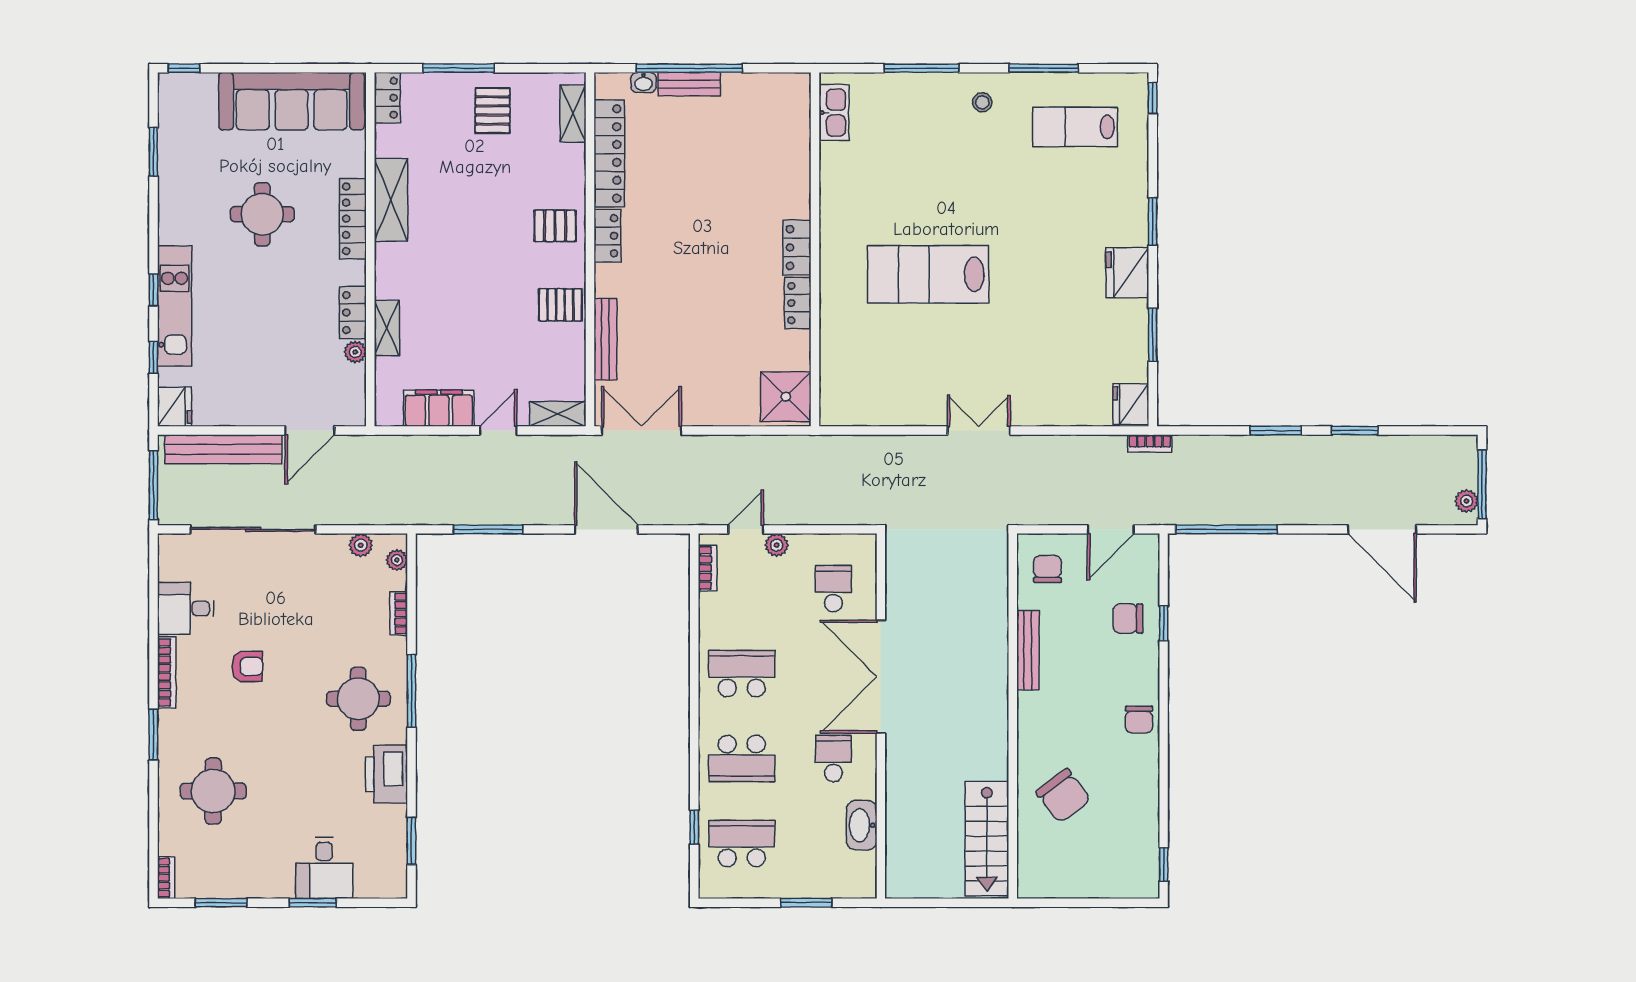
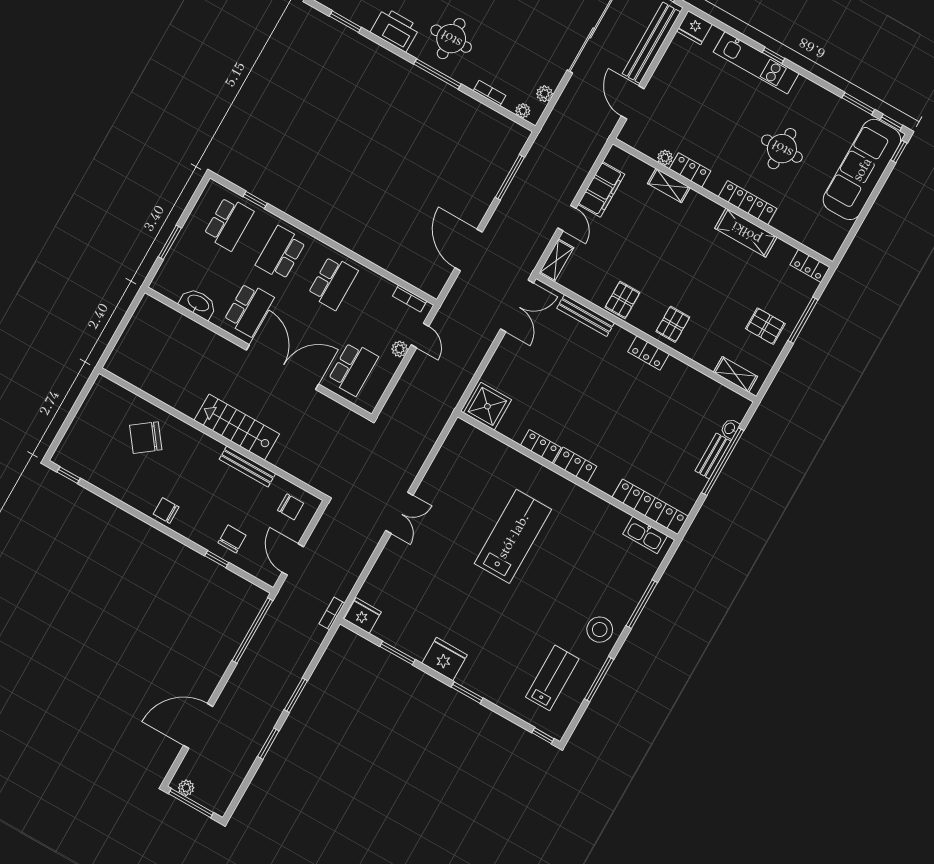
sofa: (292, 101) -> (862, 169), moved
stool: (982, 102) -> (600, 630), width x1.89, depth x1.89
locker: (609, 153) -> (650, 507), moved, turned 180
window: (153, 357) -> (891, 122), moved
door: (606, 529) -> (469, 250), swing flipped
school desk: (833, 589) -> (353, 369), width x1.85
school desk: (833, 759) -> (249, 309), width x1.85
stairs: (987, 839) -> (237, 427), moved

